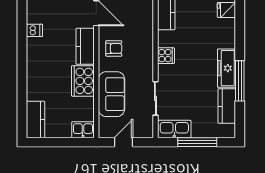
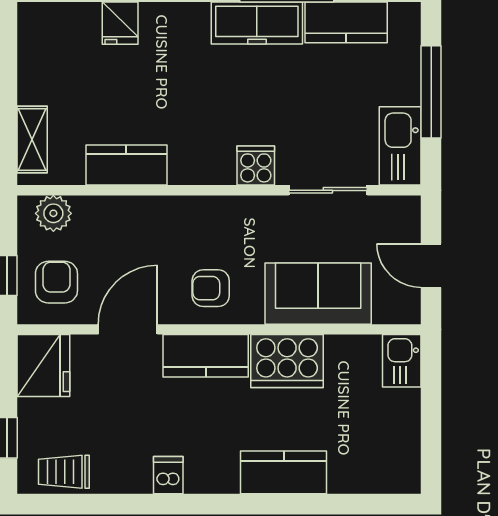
armchair: (114, 48) -> (211, 288), turned -90
cooker: (166, 56) -> (256, 166), moved
kitchen counter: (36, 119) -> (284, 472), moved

